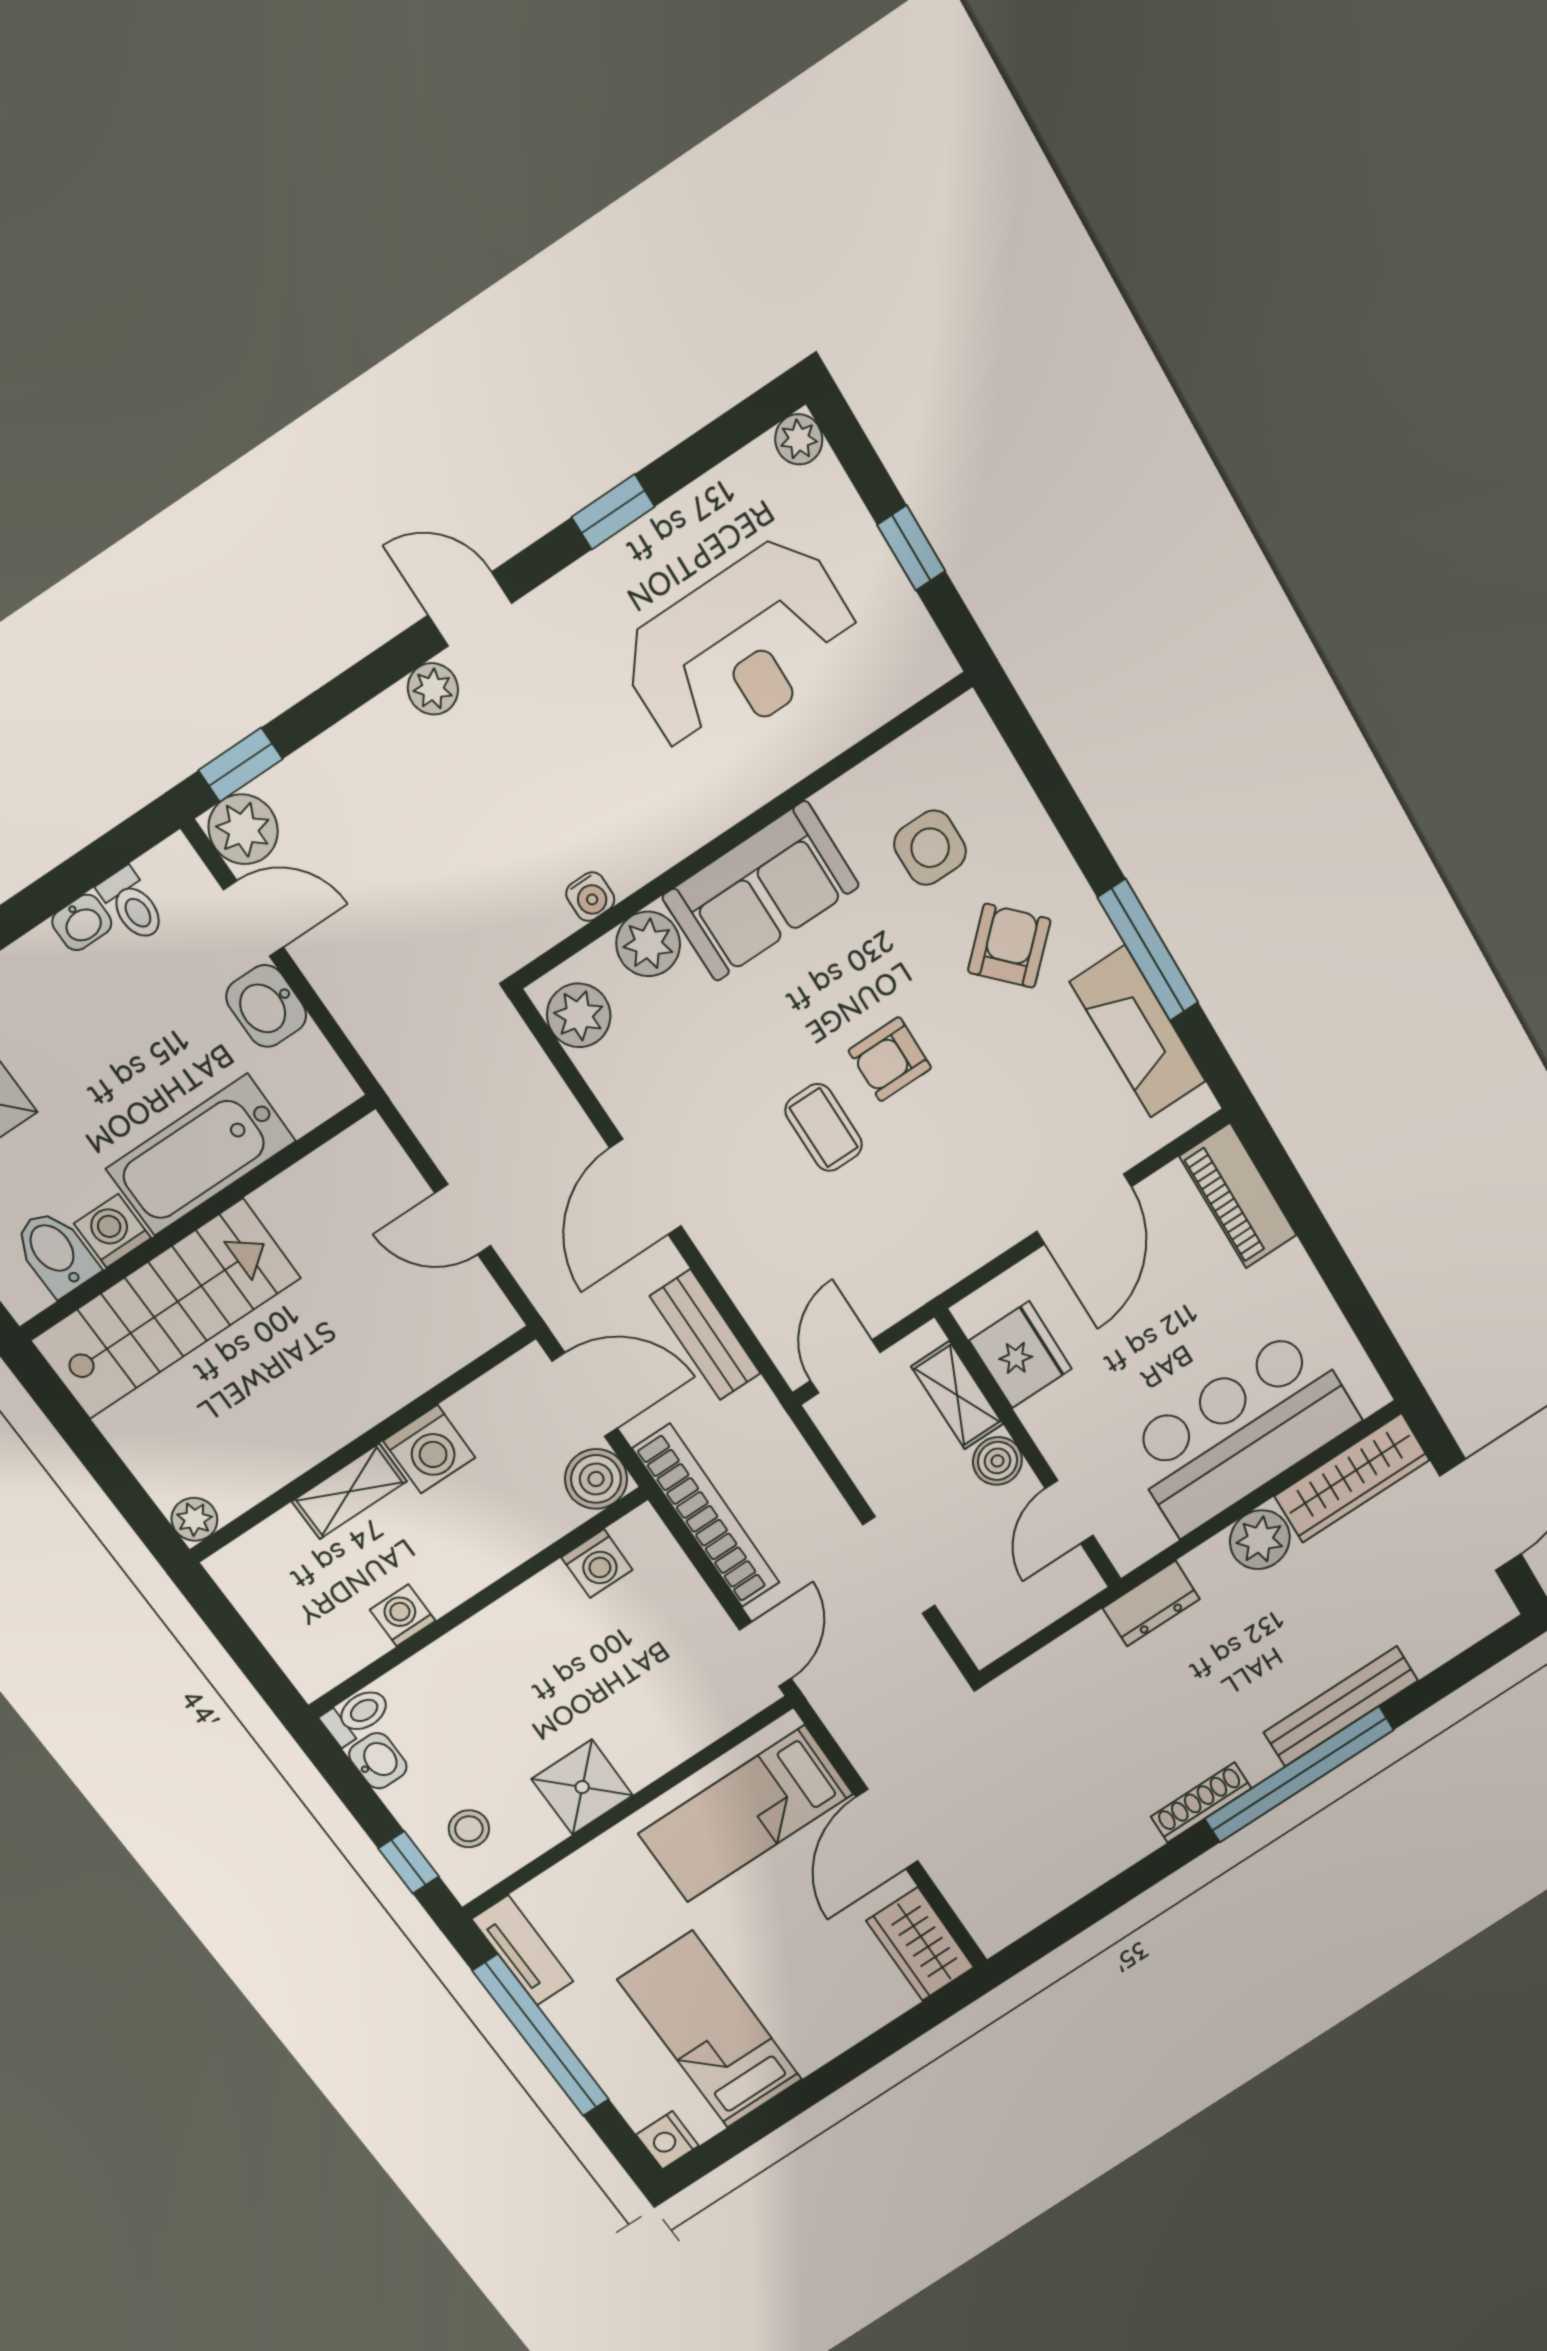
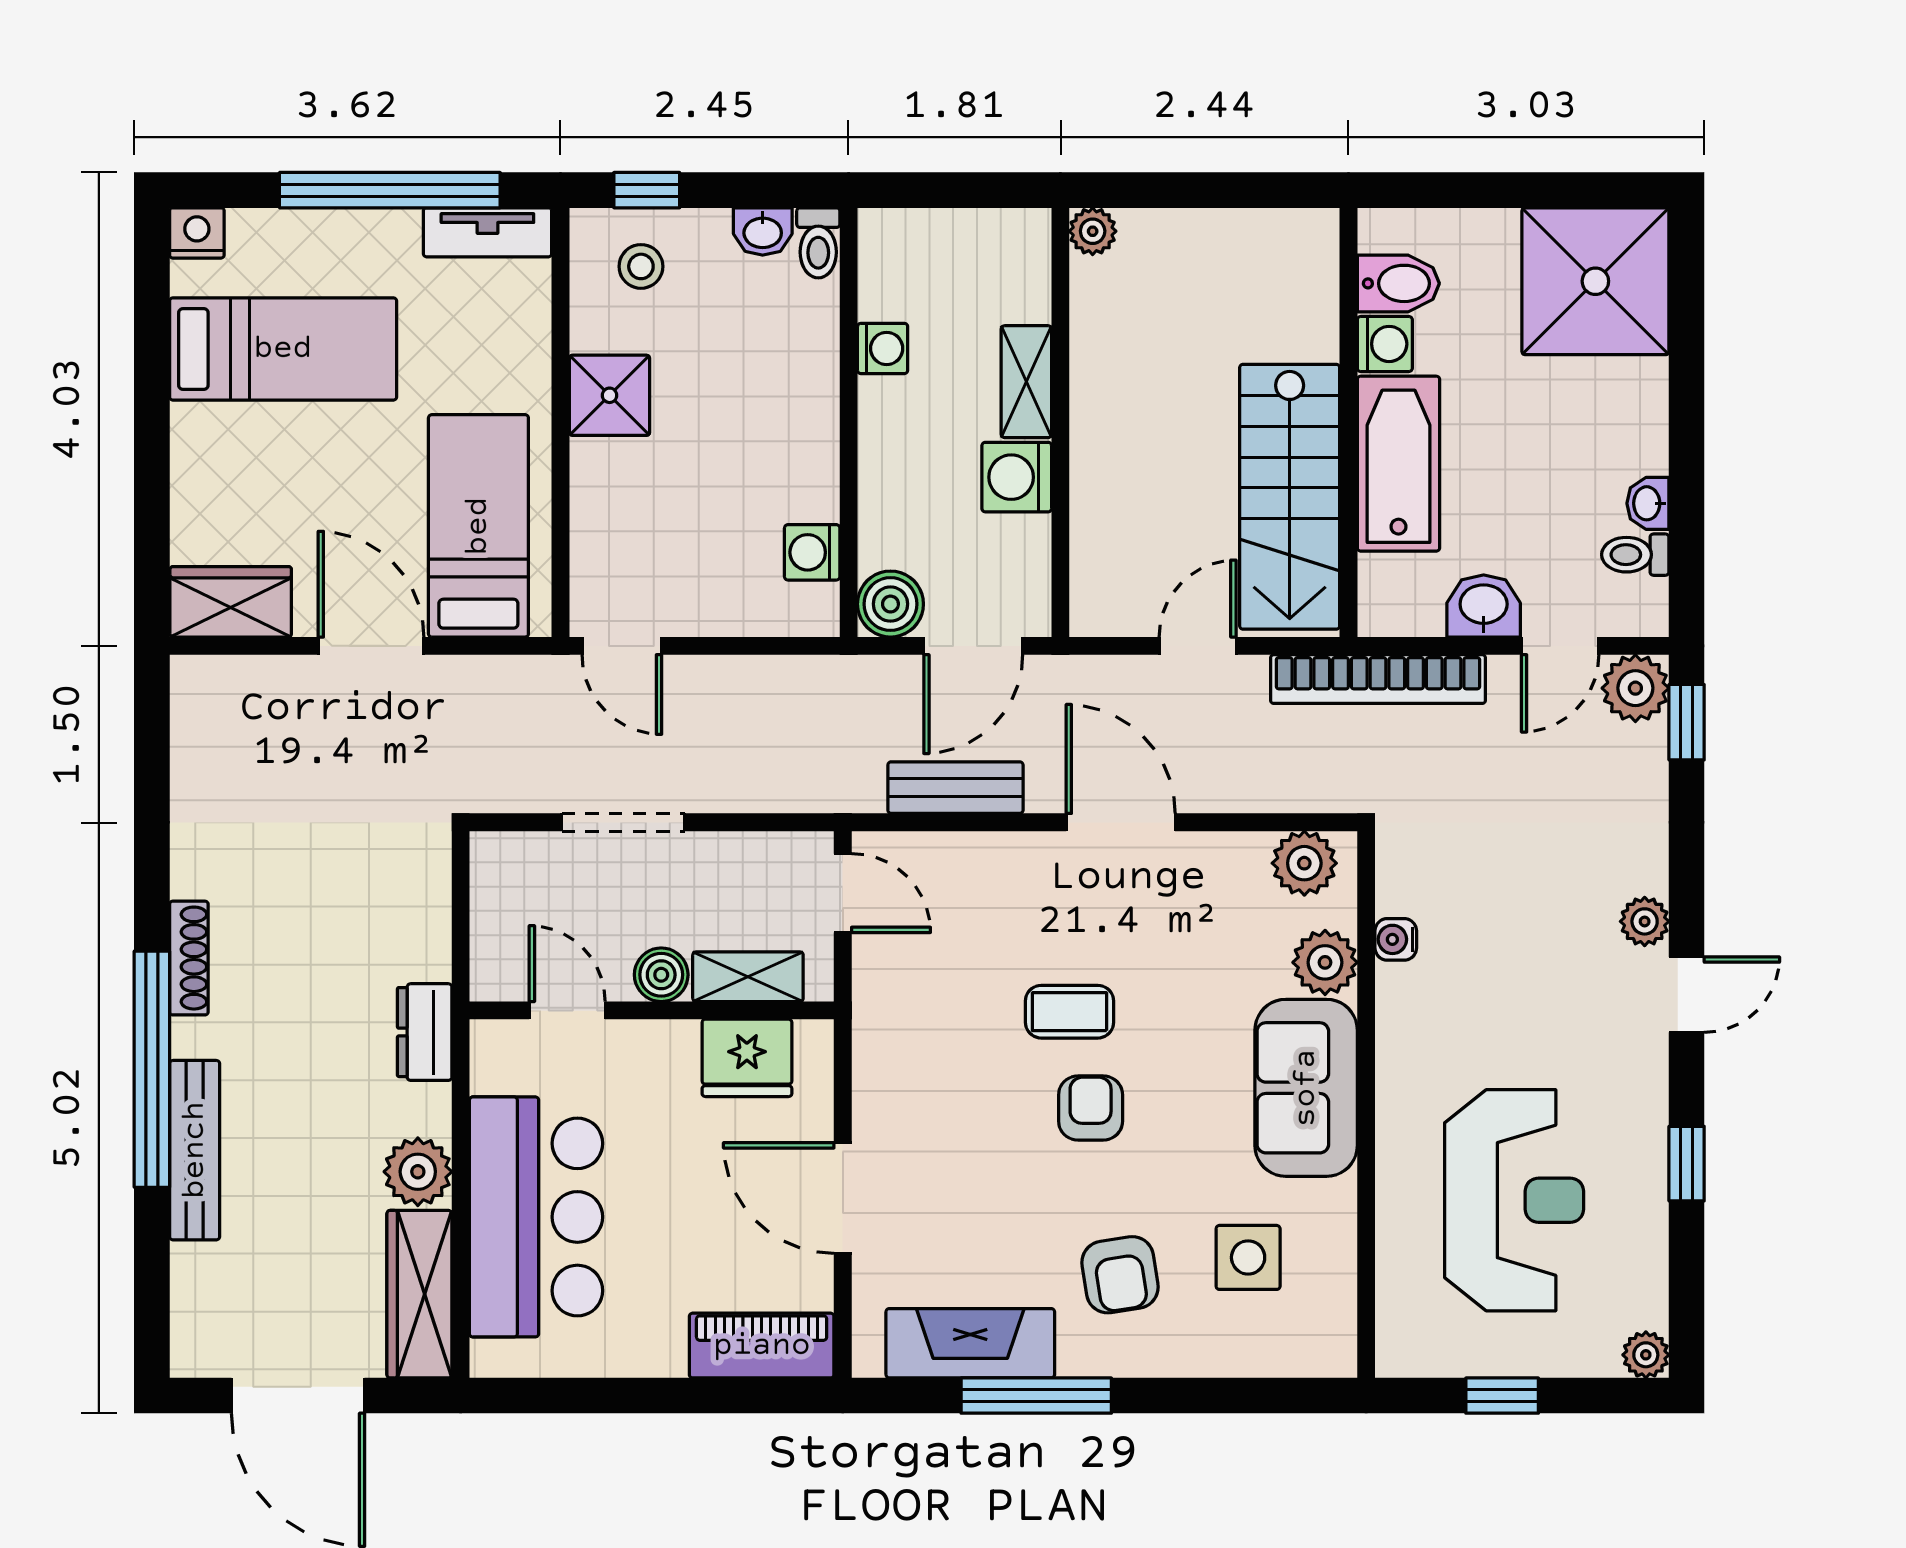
reception desk: (741, 648) -> (1514, 1200), turned 180
armchair: (1009, 946) -> (1120, 1275), turned 35
stairs: (166, 1309) -> (1290, 497), moved
bookcase: (706, 1516) -> (1378, 679), moved

